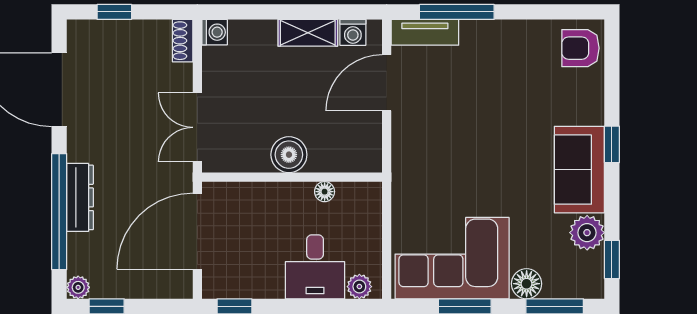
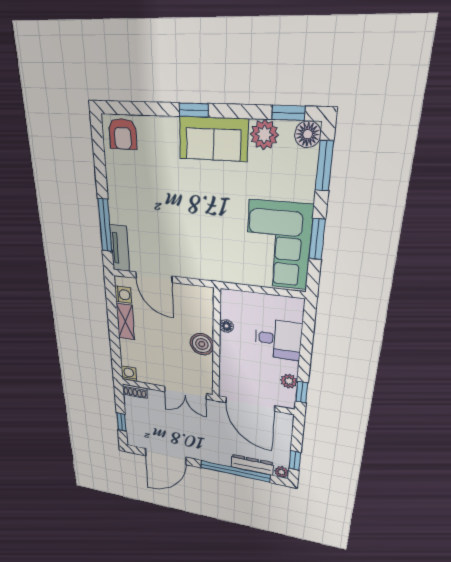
dresser: (80, 197) -> (252, 465), moved
floor lamp: (527, 284) -> (308, 134), moved
plant: (359, 287) -> (289, 381), moved

